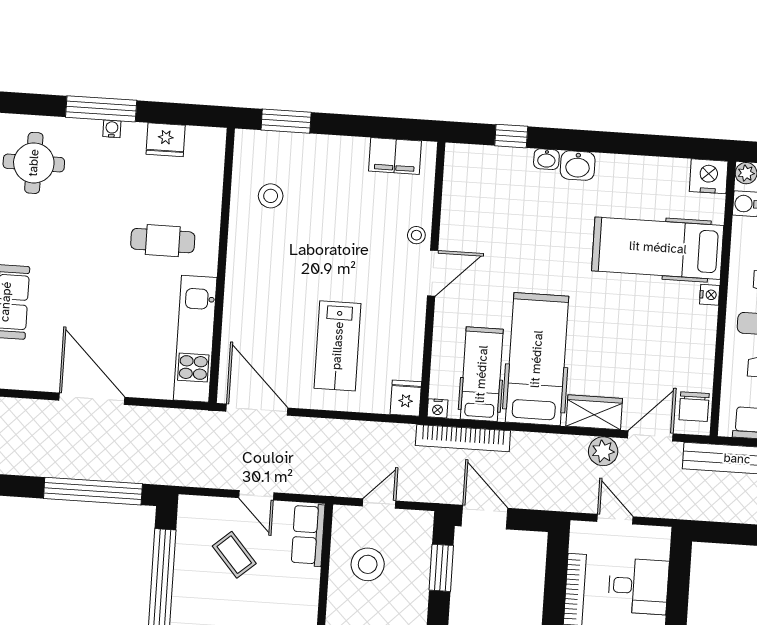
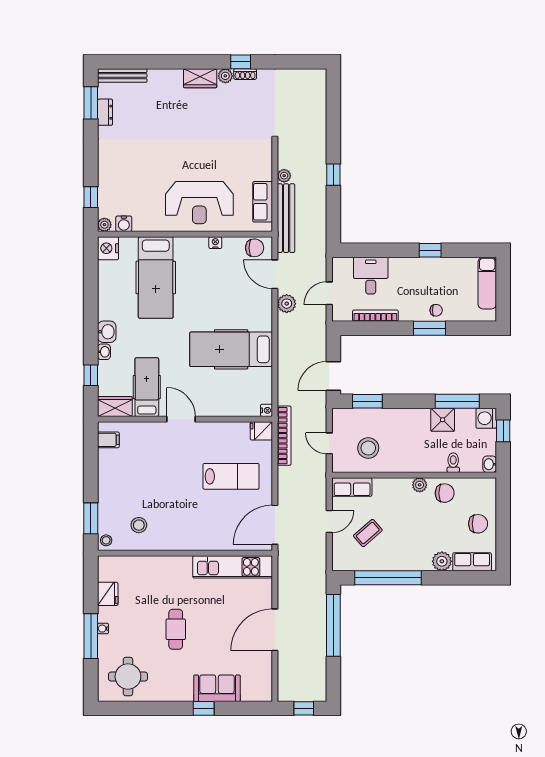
filing cabinet: (395, 156) -> (108, 440), width x0.50
stool: (416, 235) -> (106, 540), moved
cafe table: (163, 241) -> (176, 629), moved
nightstand: (710, 295) -> (215, 243), moved
hospital bed: (482, 374) -> (147, 387), moved, turned 90
wardrobe: (594, 412) -> (115, 406), moved, turned 90
bookcase: (463, 438) -> (284, 436), moved

